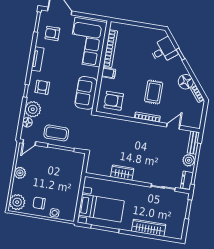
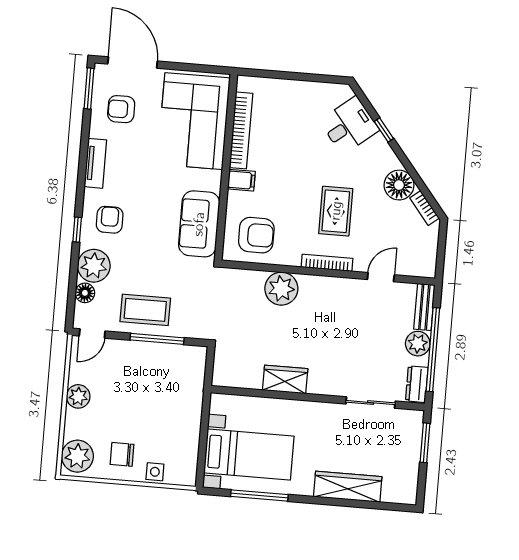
armchair: (114, 101) -> (256, 235), turned 180
plant: (124, 128) -> (281, 289), added

